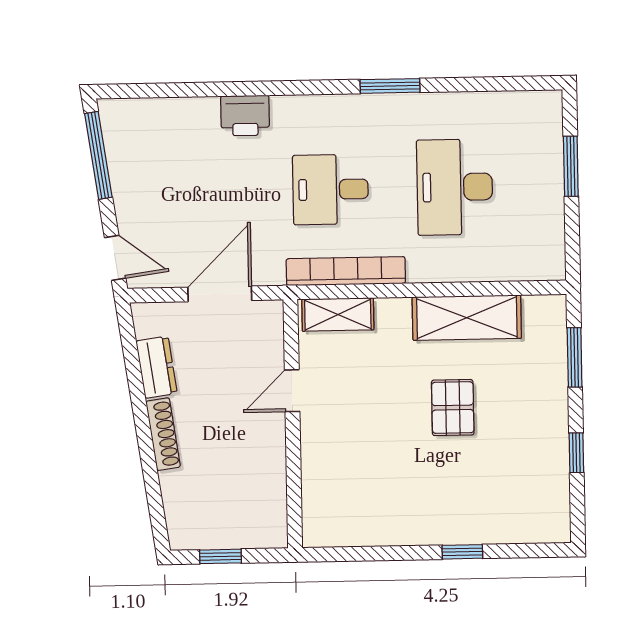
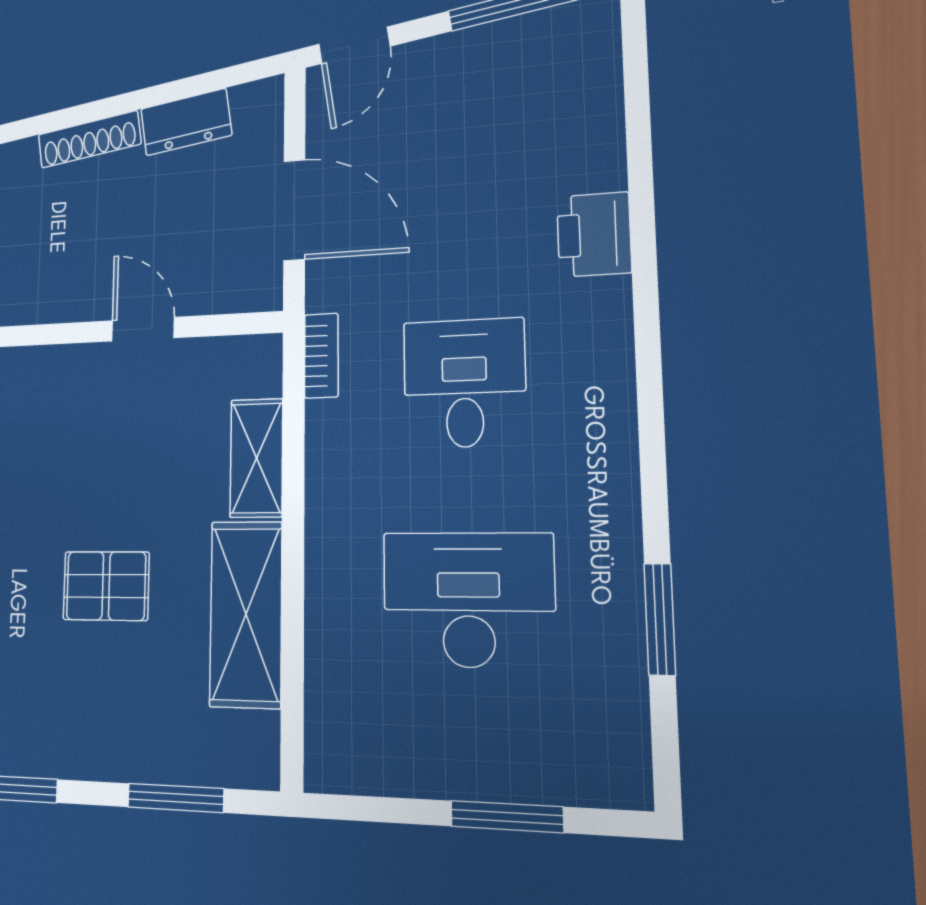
window: (390, 86) -> (660, 619), moved
bookcase: (346, 271) -> (321, 356), width x0.43, depth x0.76
shelving: (338, 315) -> (256, 458), moved

